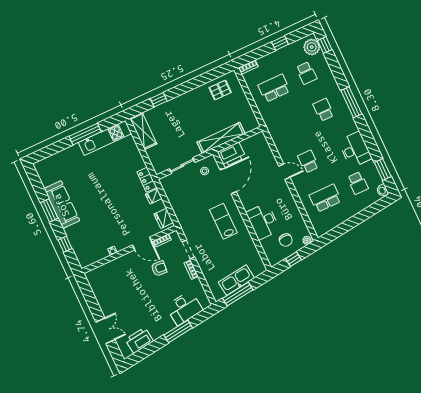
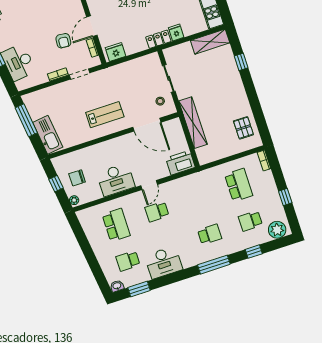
window: (325, 45) -> (254, 252), moved
printer: (232, 155) -> (180, 163), moved, turned 90
school desk: (308, 161) -> (157, 212), turned 180
fridge: (154, 196) -> (176, 33), moved
desk: (263, 221) -> (116, 180), moved, turned 180
kitchen sink: (236, 280) -> (48, 135), moved

